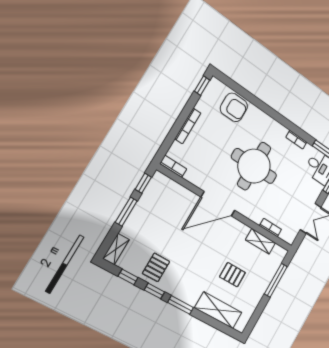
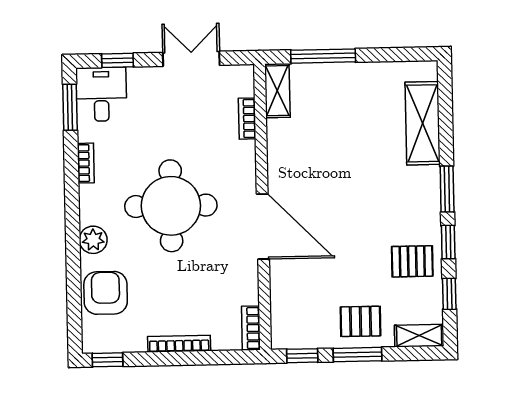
plant: (261, 119) -> (93, 240), added
shelving: (261, 241) -> (277, 91), moved
pallet: (233, 275) -> (361, 321), moved, turned 90

